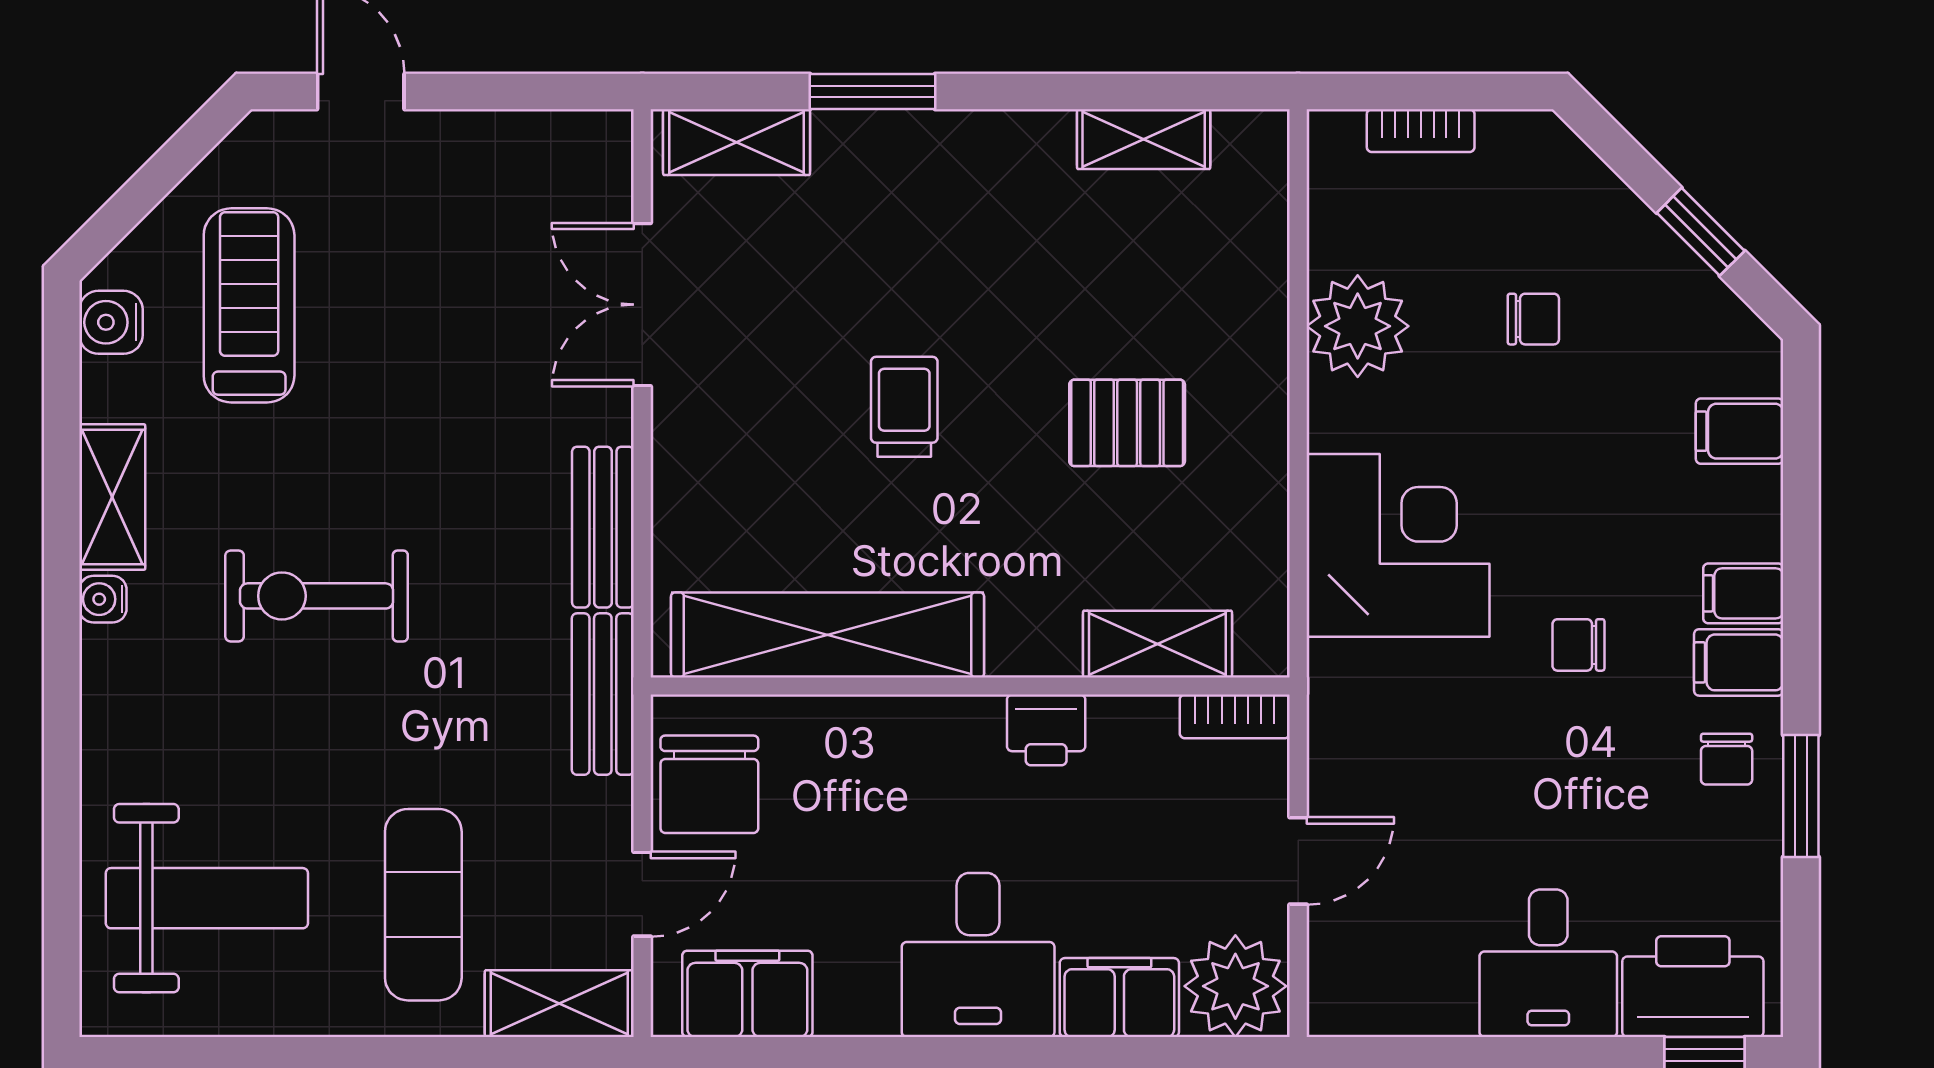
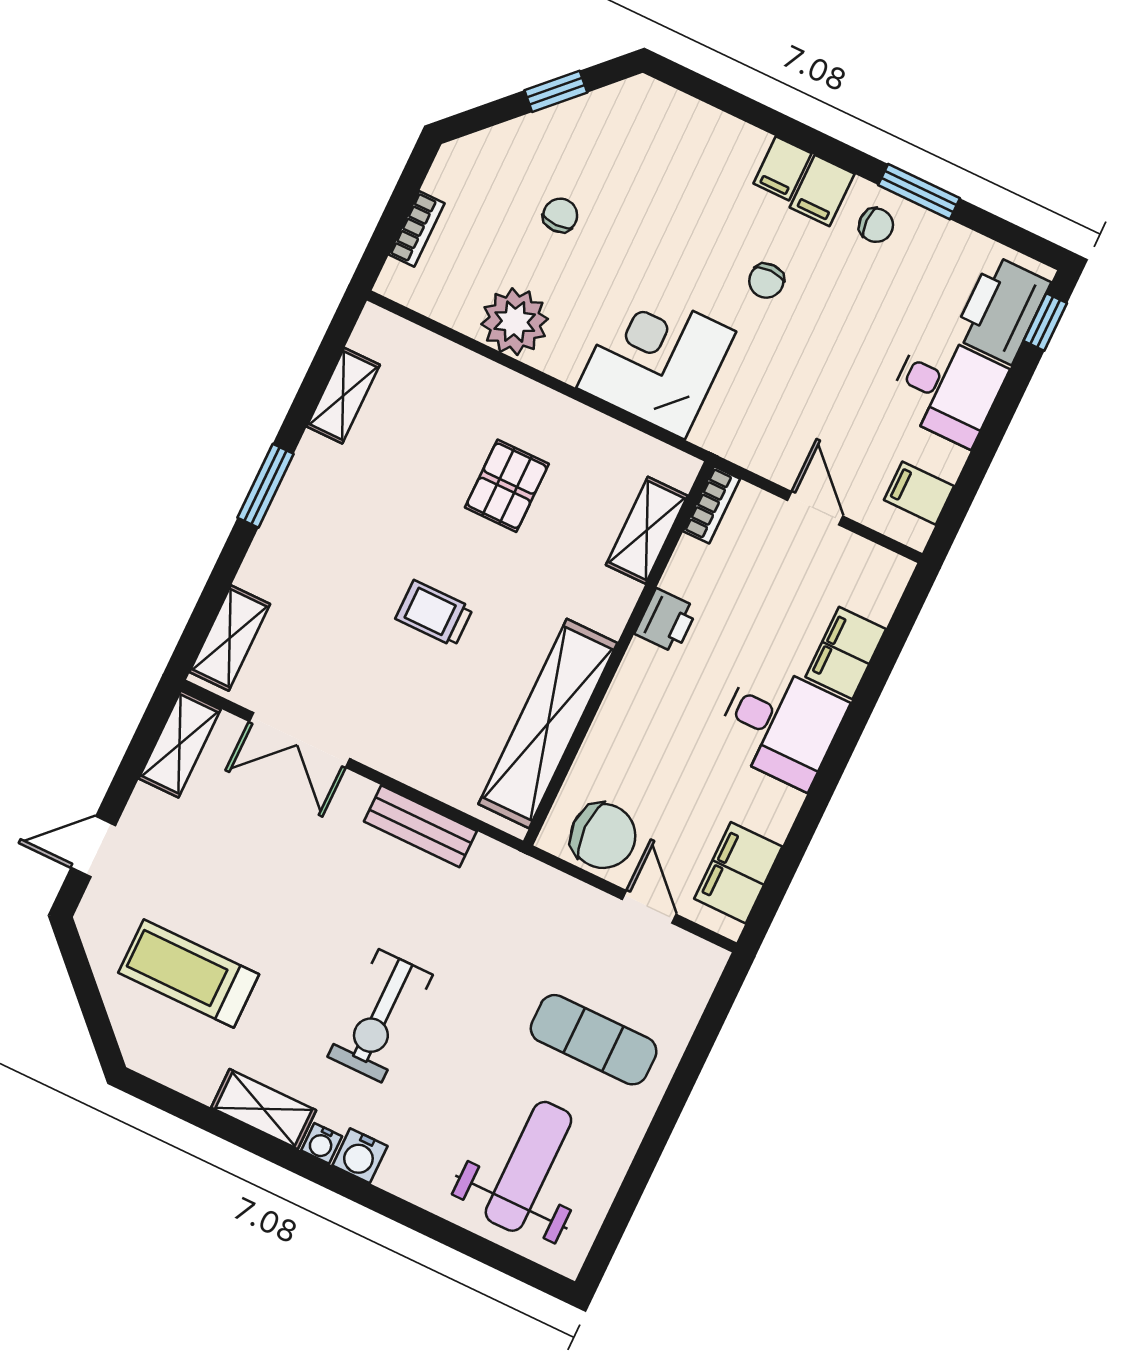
window: (873, 92) -> (266, 486), moved
water cooler: (111, 322) -> (360, 1156), moved
filing cabinet: (1740, 431) -> (919, 493), moved, turned 90
bench: (603, 694) -> (519, 874), removed
plant: (1235, 986) -> (872, 581), removed
shelving: (559, 1004) -> (180, 744), moved

